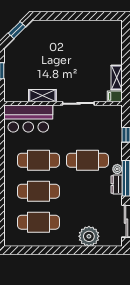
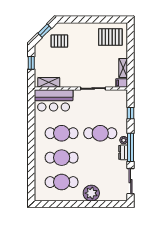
pallet: (100, 38) -> (110, 37), added
pallet: (36, 43) -> (59, 41), added
shelving: (42, 96) -> (49, 82), moved
plant: (89, 236) -> (91, 193), moved

